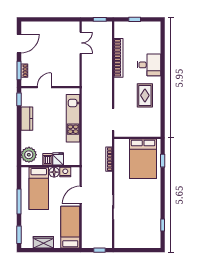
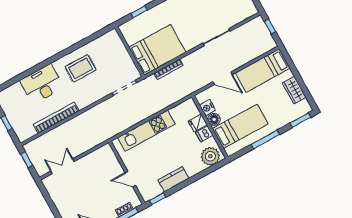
desk: (149, 65) -> (42, 84), width x1.37
bed: (143, 159) -> (157, 50), moved

